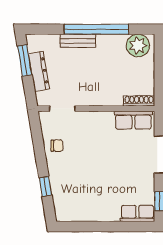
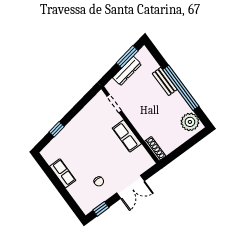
row of seats: (133, 120) -> (127, 136), moved
chair: (57, 146) -> (99, 181), moved
row of seats: (137, 213) -> (63, 173), moved

